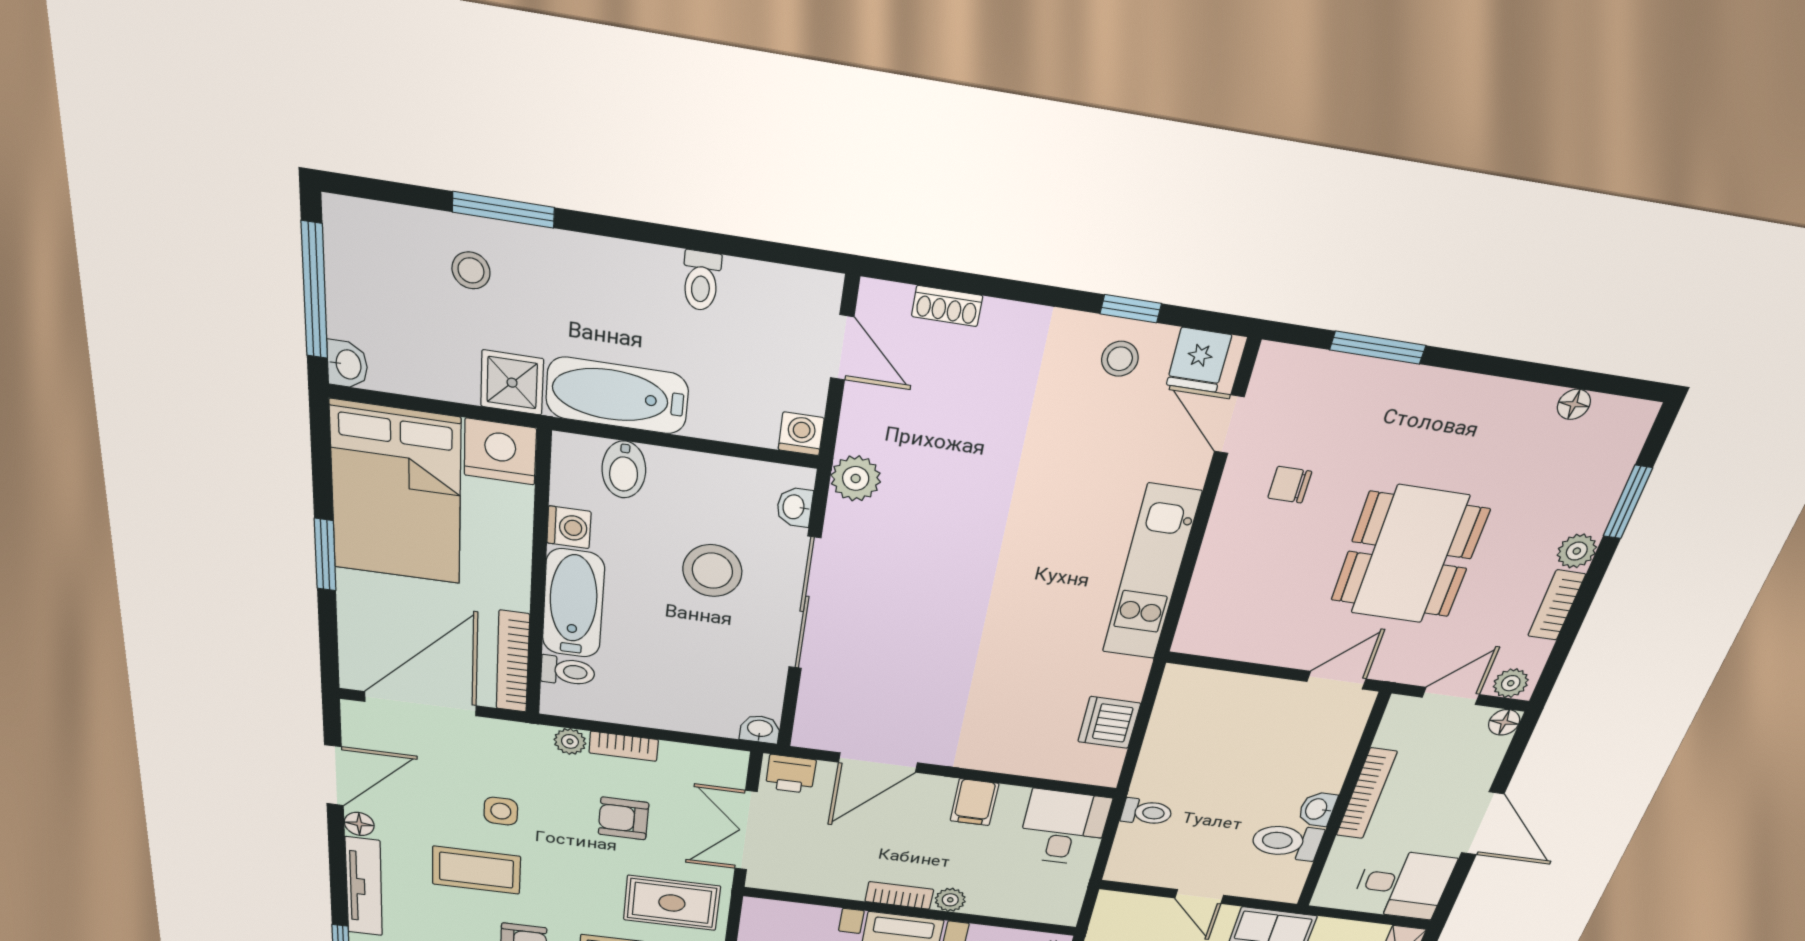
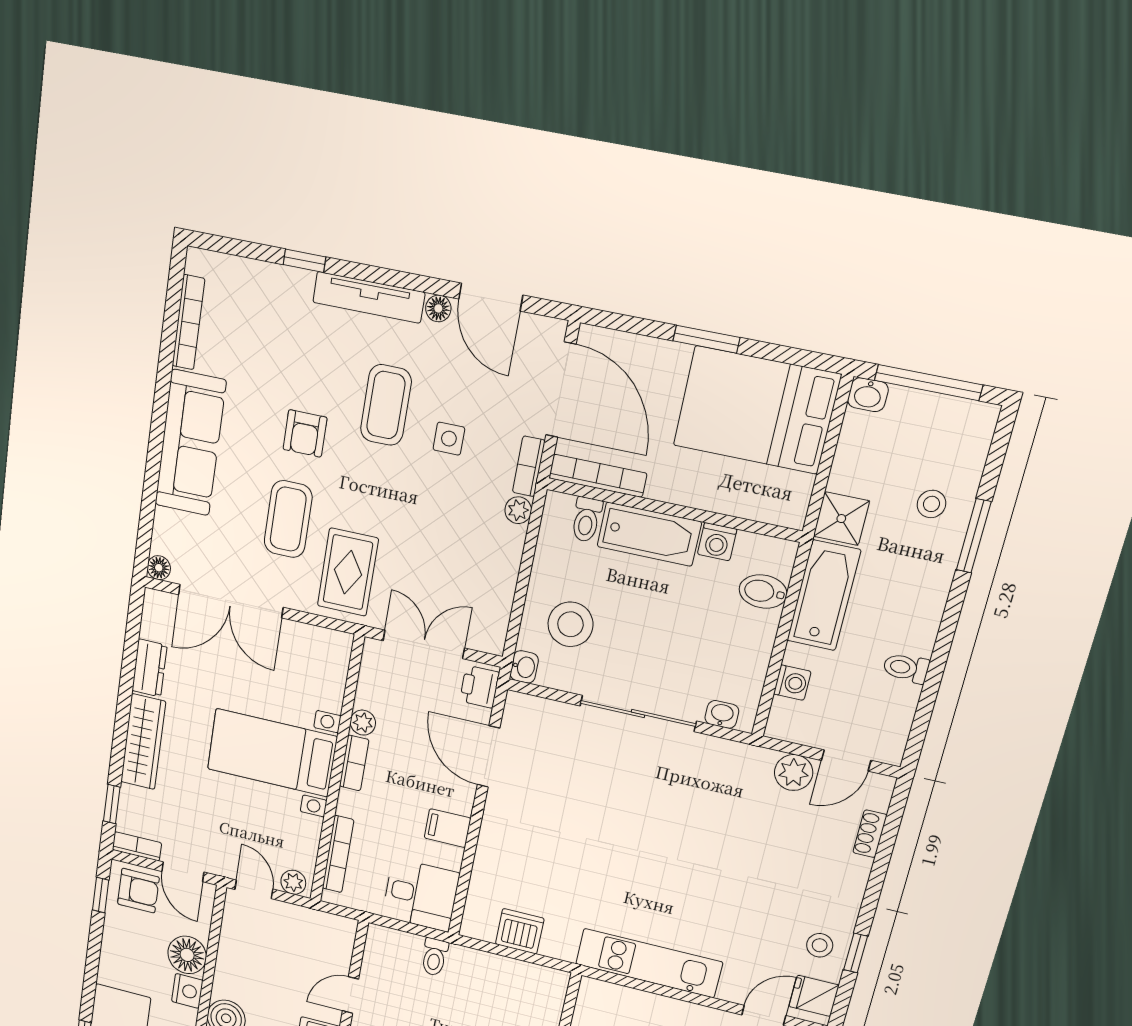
washing machine: (801, 434) -> (792, 683), moved
nightstand: (500, 452) -> (786, 499), removed
plant: (856, 478) -> (794, 773), moved
stool: (712, 571) -> (570, 624), moved
bookcase: (624, 746) -> (529, 466), moved
armchair: (623, 818) -> (439, 543), removed
plant: (950, 900) -> (363, 723), moved
bookcase: (1015, 910) -> (338, 854), added

